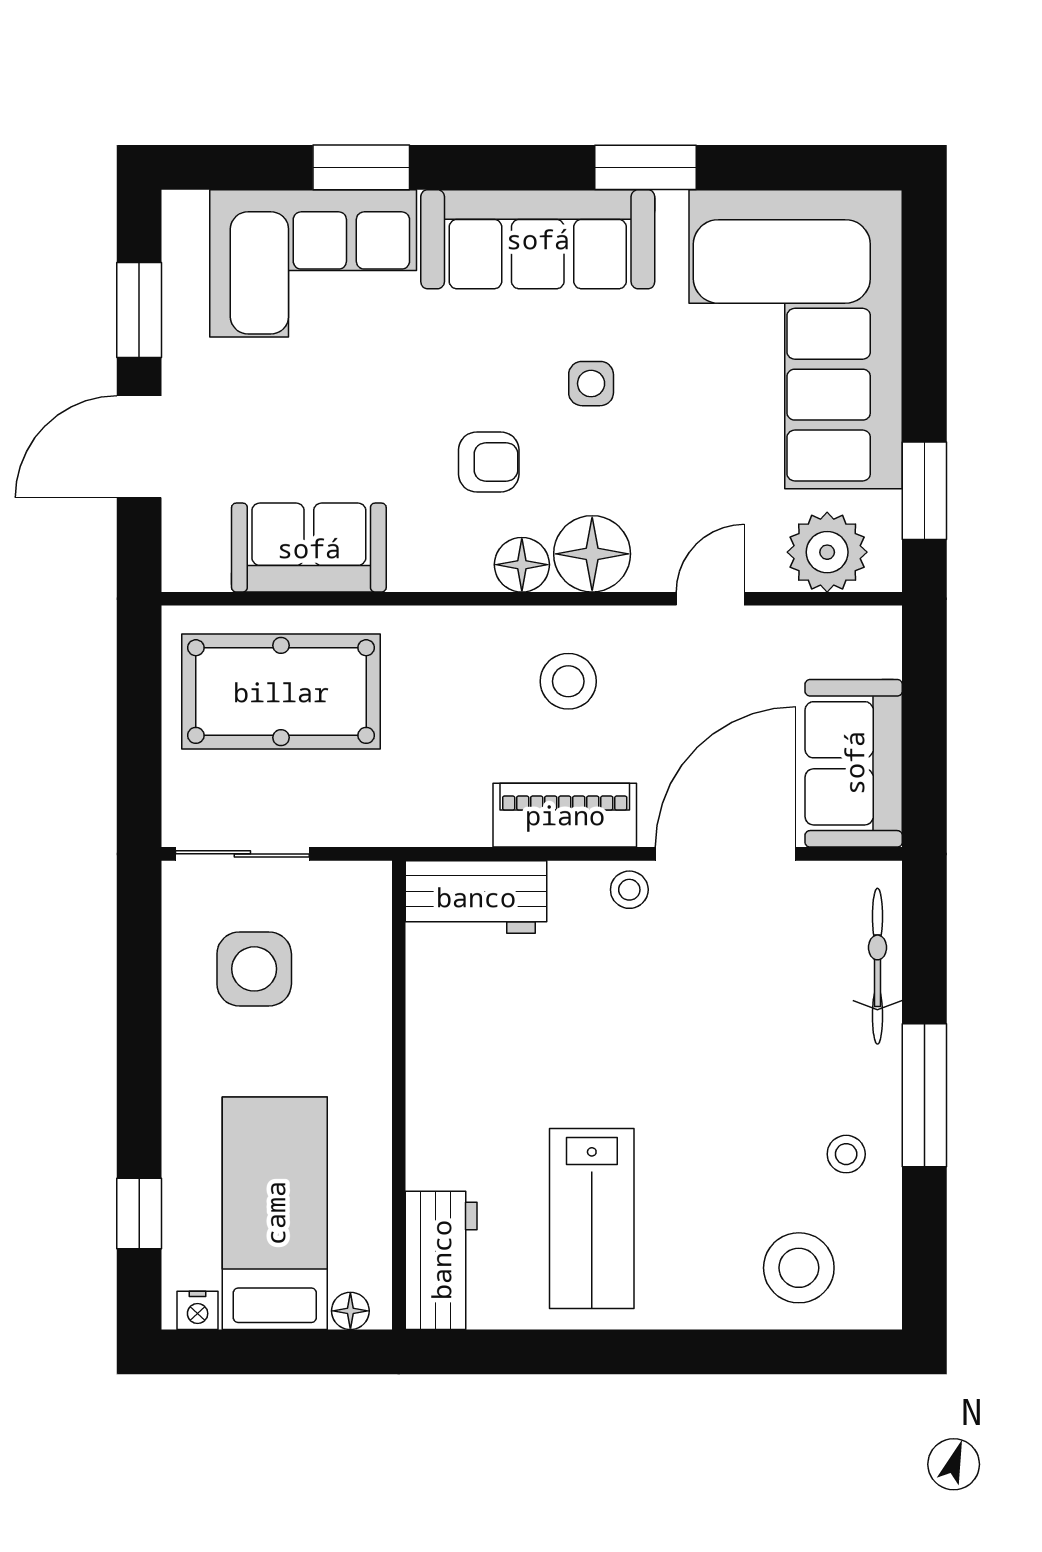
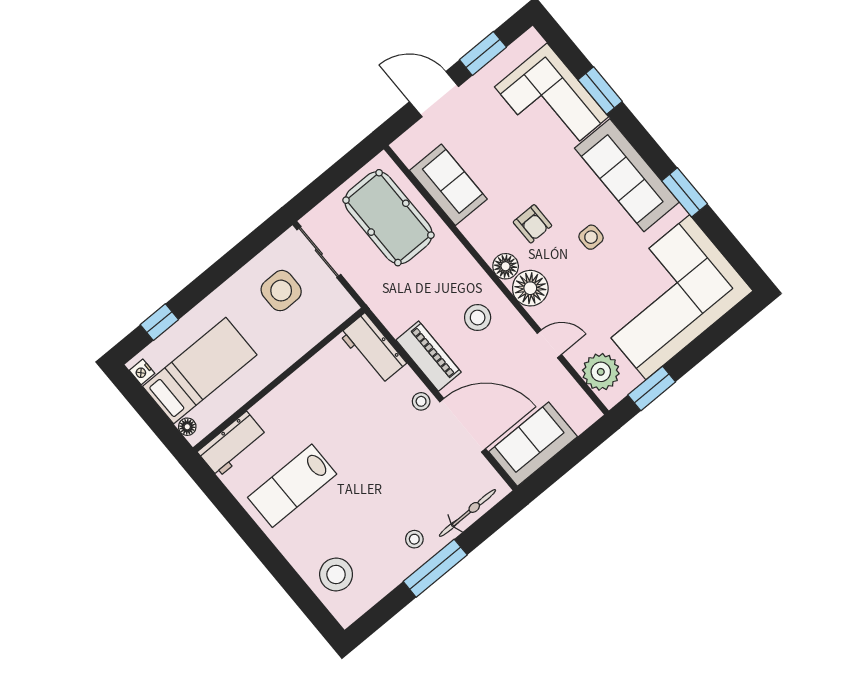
stool: (846, 1154) -> (414, 539), moved

